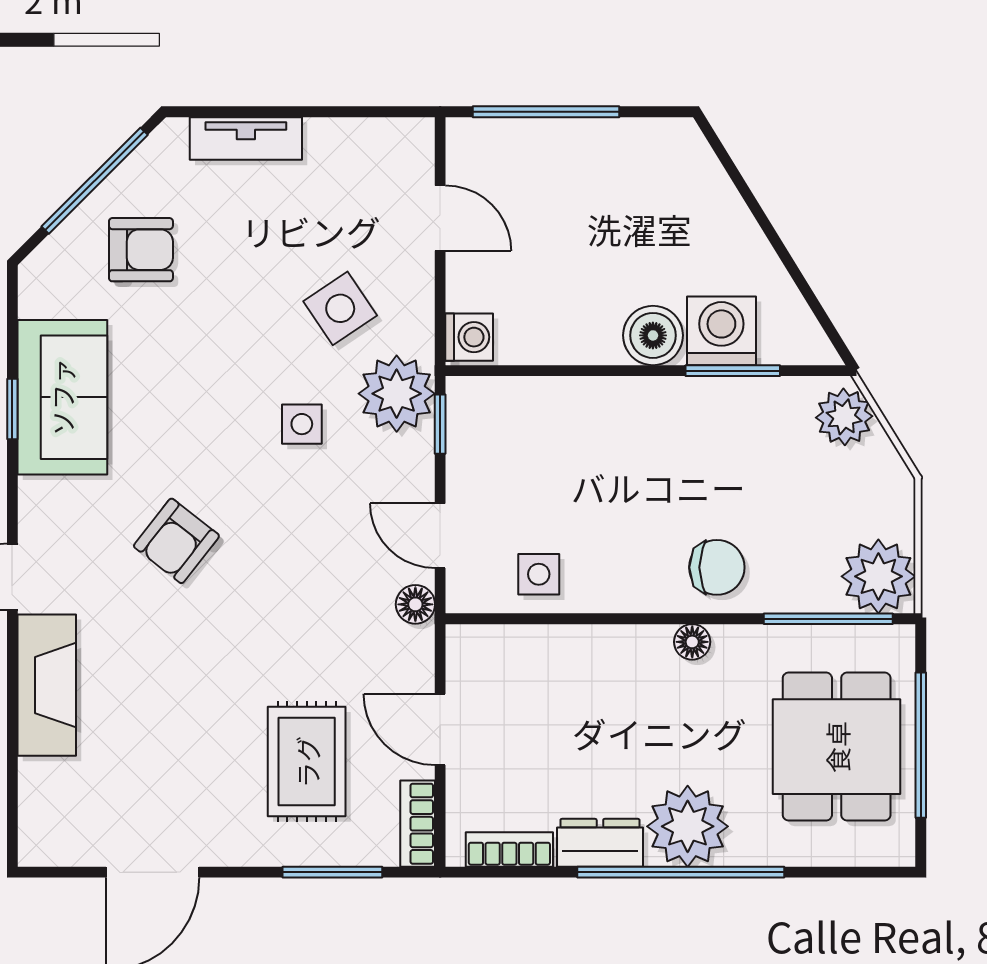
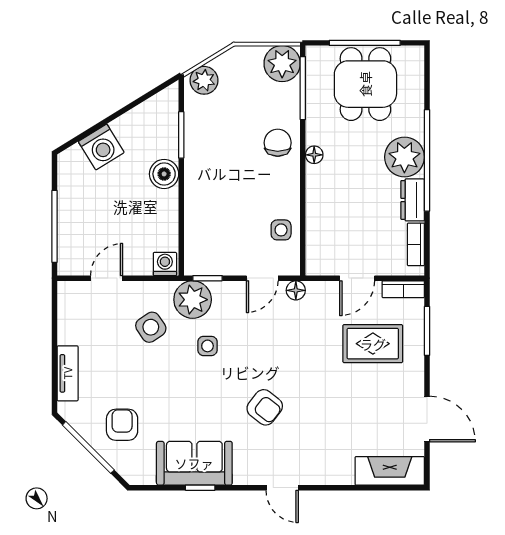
washing machine: (721, 331) -> (101, 147), moved, turned -122
fireplace: (47, 685) -> (390, 471), moved
dining table: (837, 747) -> (365, 84), turned 90

